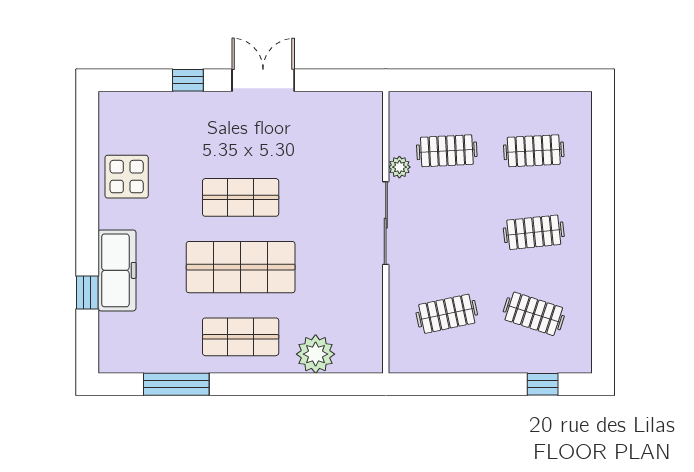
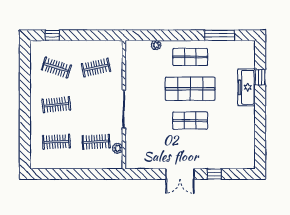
plant: (399, 167) -> (118, 148), moved
display table: (127, 177) -> (242, 130), removed
plant: (316, 354) -> (156, 45), width x0.53, depth x0.53

